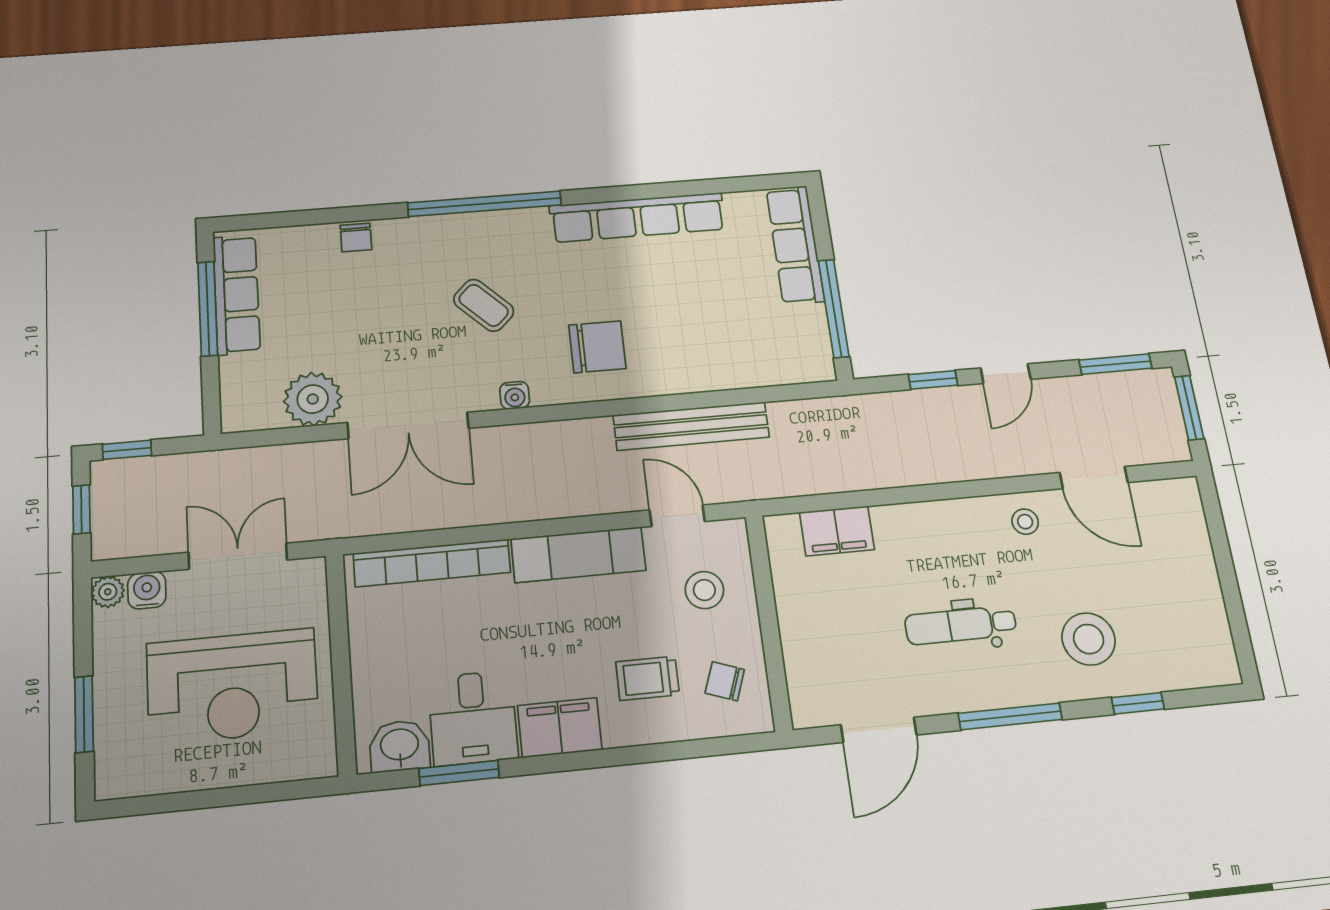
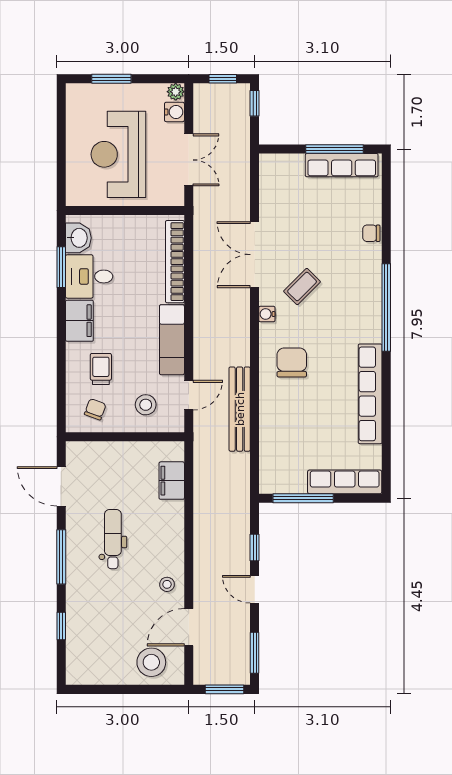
coffee table: (484, 305) -> (302, 287), moved
chair: (597, 347) -> (292, 362), turned 180
plant: (313, 399) -> (275, 204), removed
stool: (1089, 639) -> (151, 662), moved

